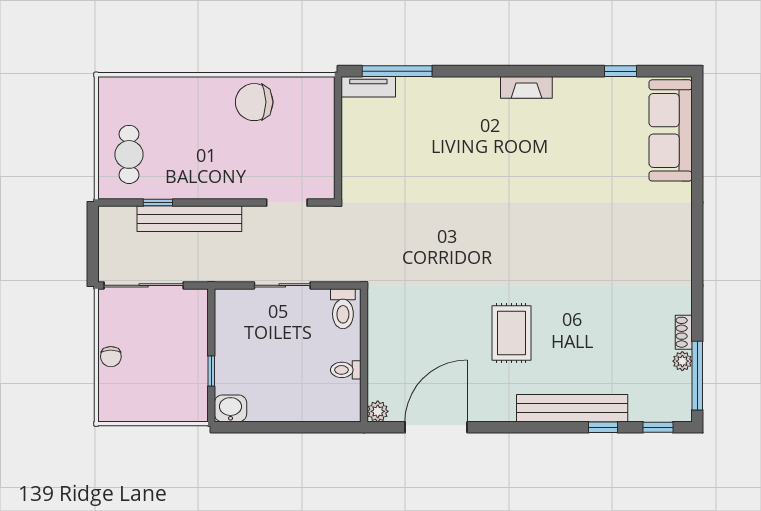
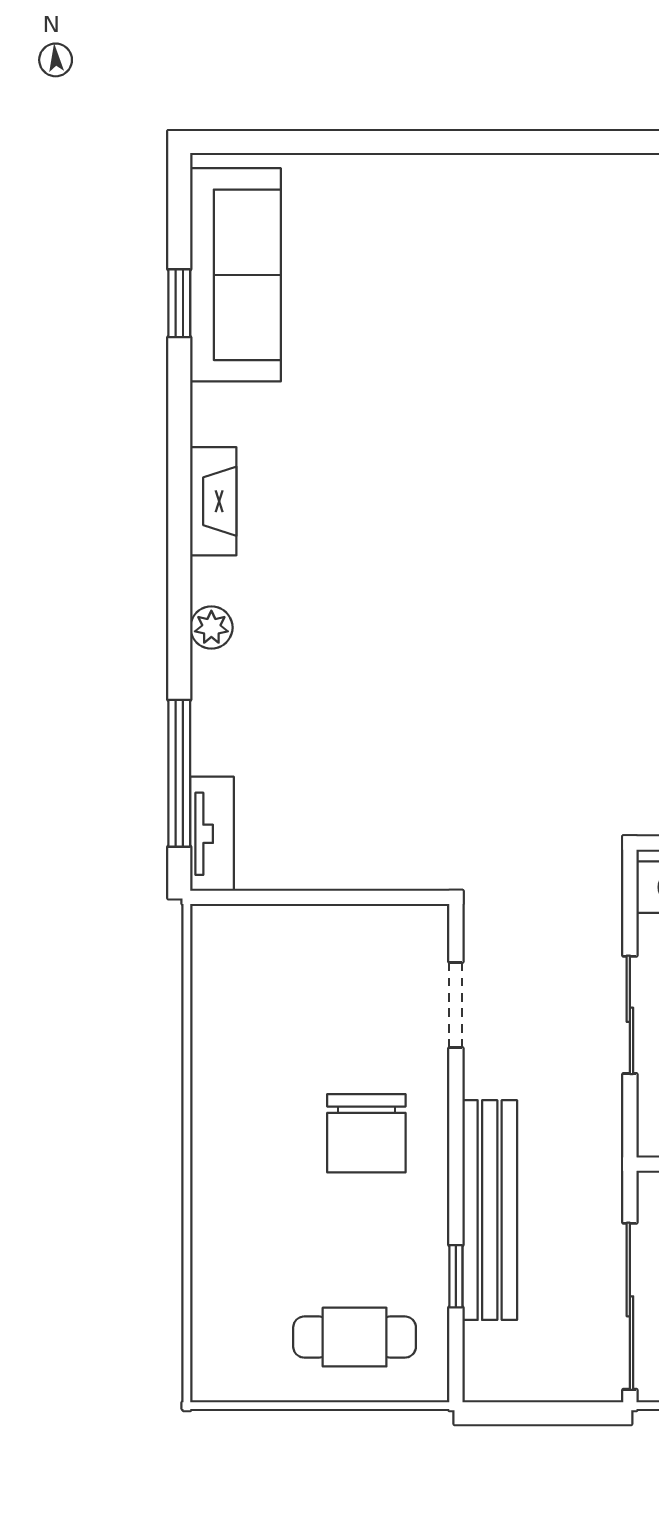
plant: (466, 86) -> (211, 628), added
chair: (254, 102) -> (366, 1133), moved
sofa: (671, 130) -> (236, 275), moved, turned -90

